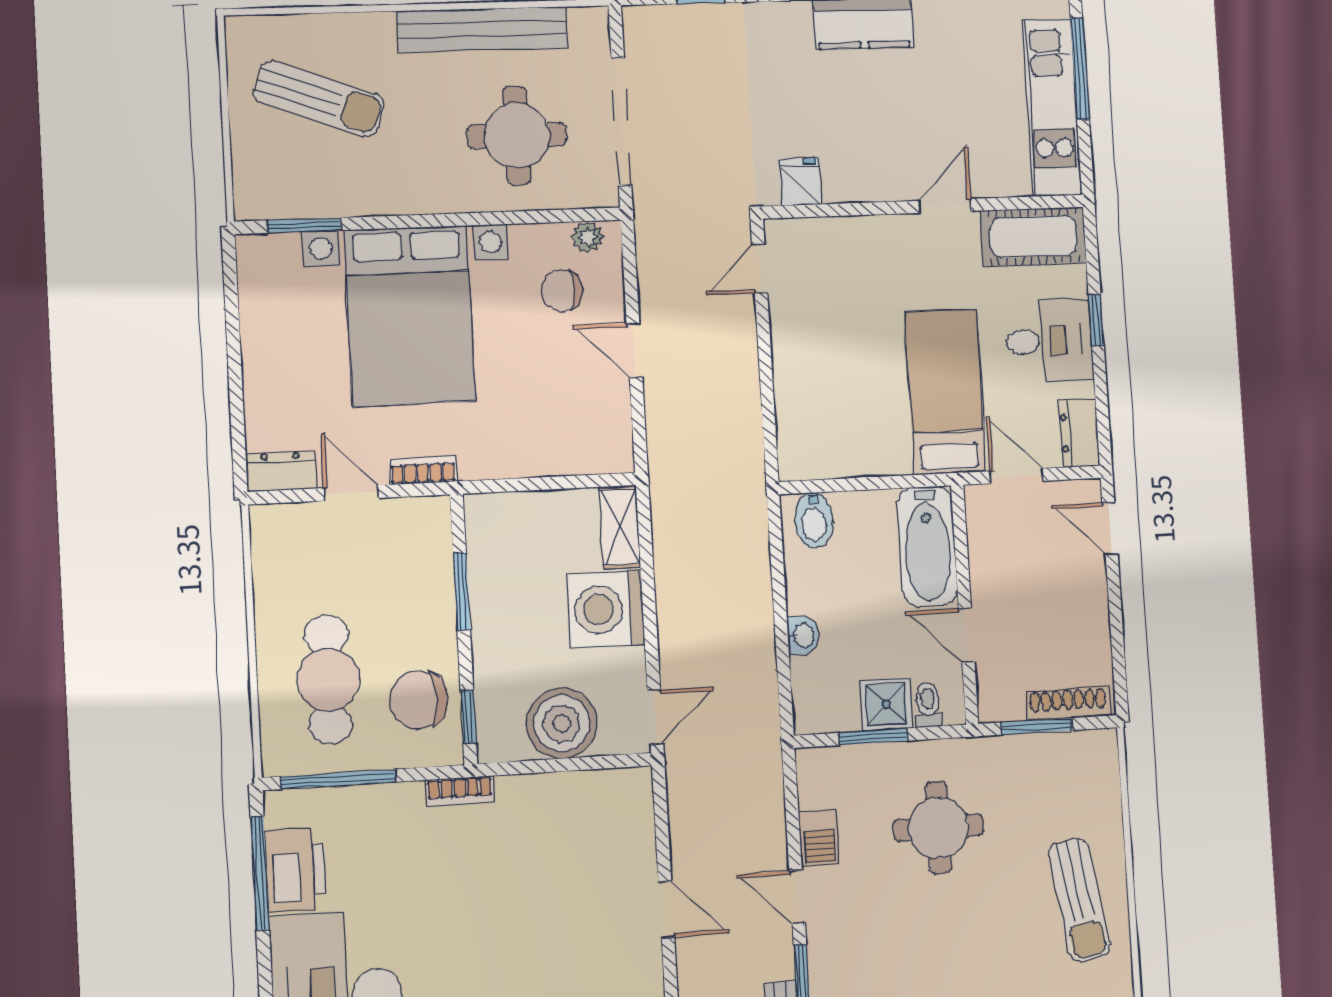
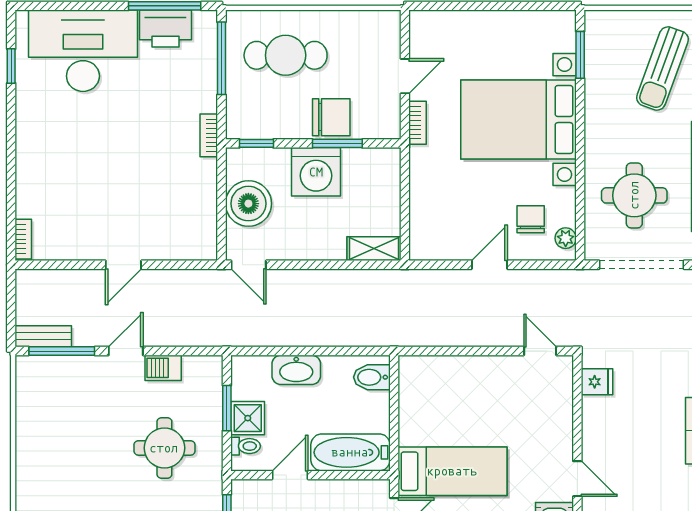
dresser: (281, 471) -> (421, 32), removed
washing machine: (606, 609) -> (316, 172), moved, turned 180
washbasin: (803, 635) -> (296, 370), width x1.91, depth x1.45
chair: (419, 700) -> (331, 117), moved, turned 92

